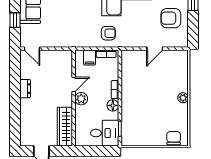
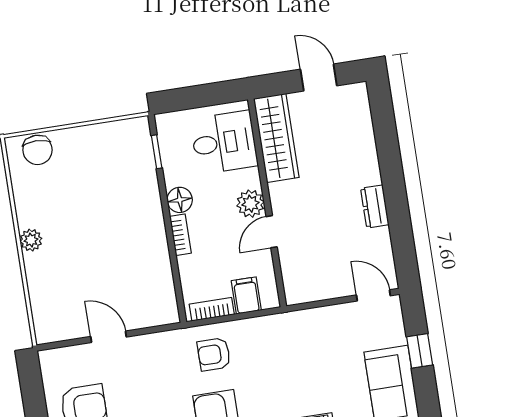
door: (155, 49) -> (108, 337), hinge flipped
desk: (105, 133) -> (224, 142), moved, turned 180

